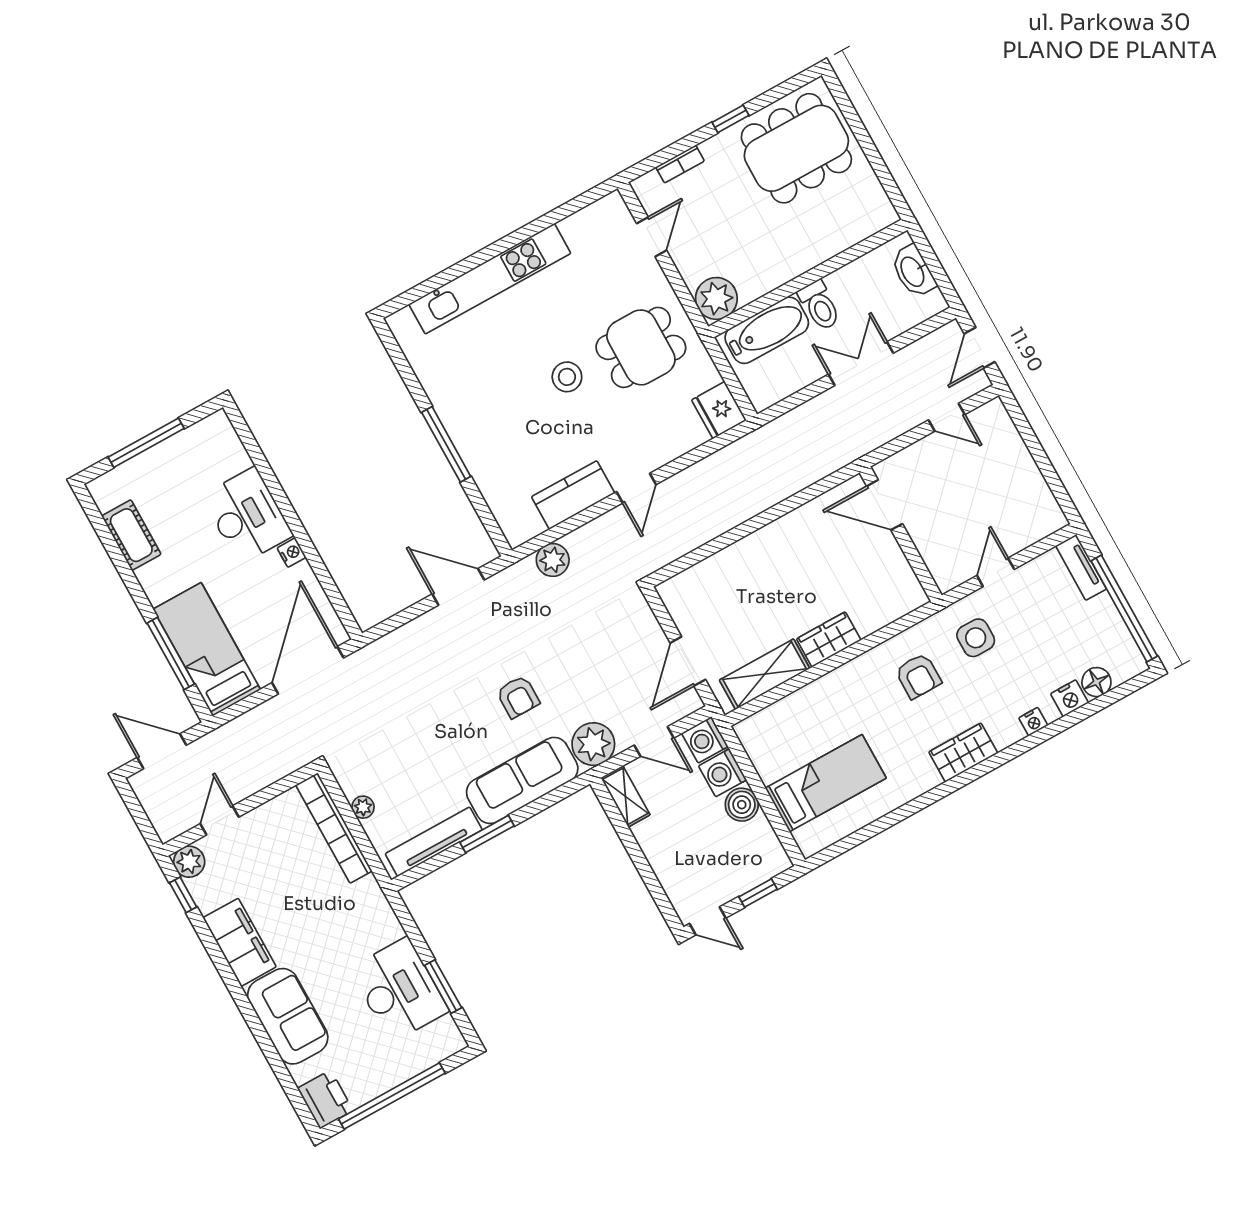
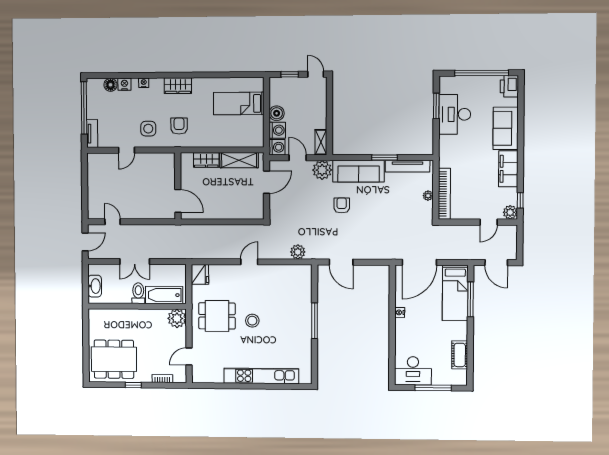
kitchen counter: (573, 495) -> (276, 273), removed
door: (885, 505) -> (178, 201), moved
desk: (247, 516) -> (413, 371), moved, turned -90
wall: (901, 534) -> (178, 186), moved

